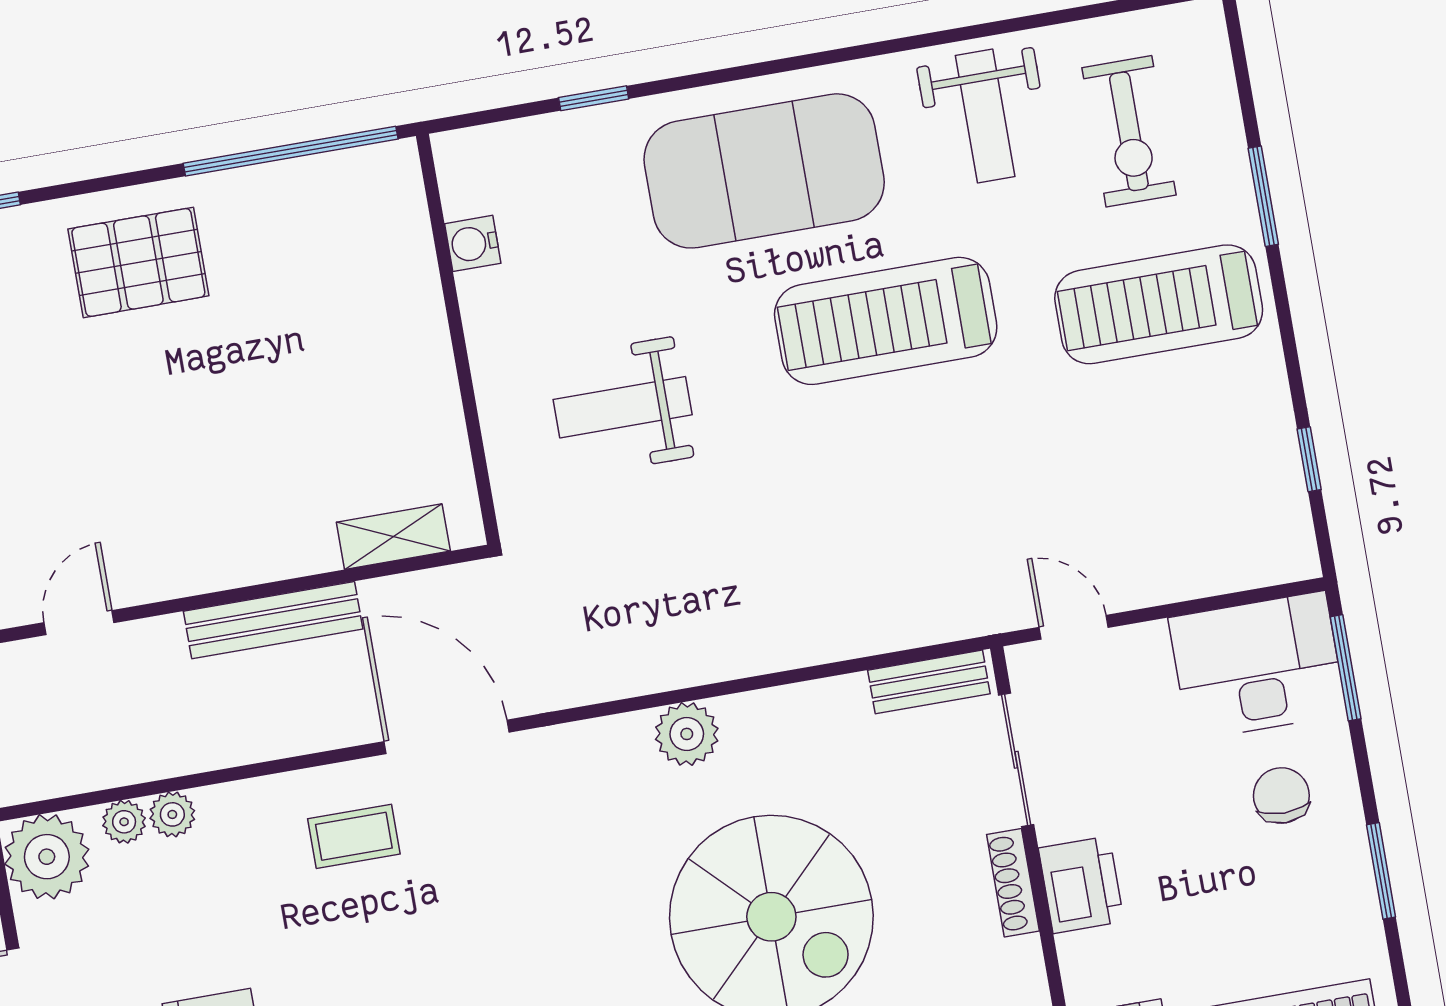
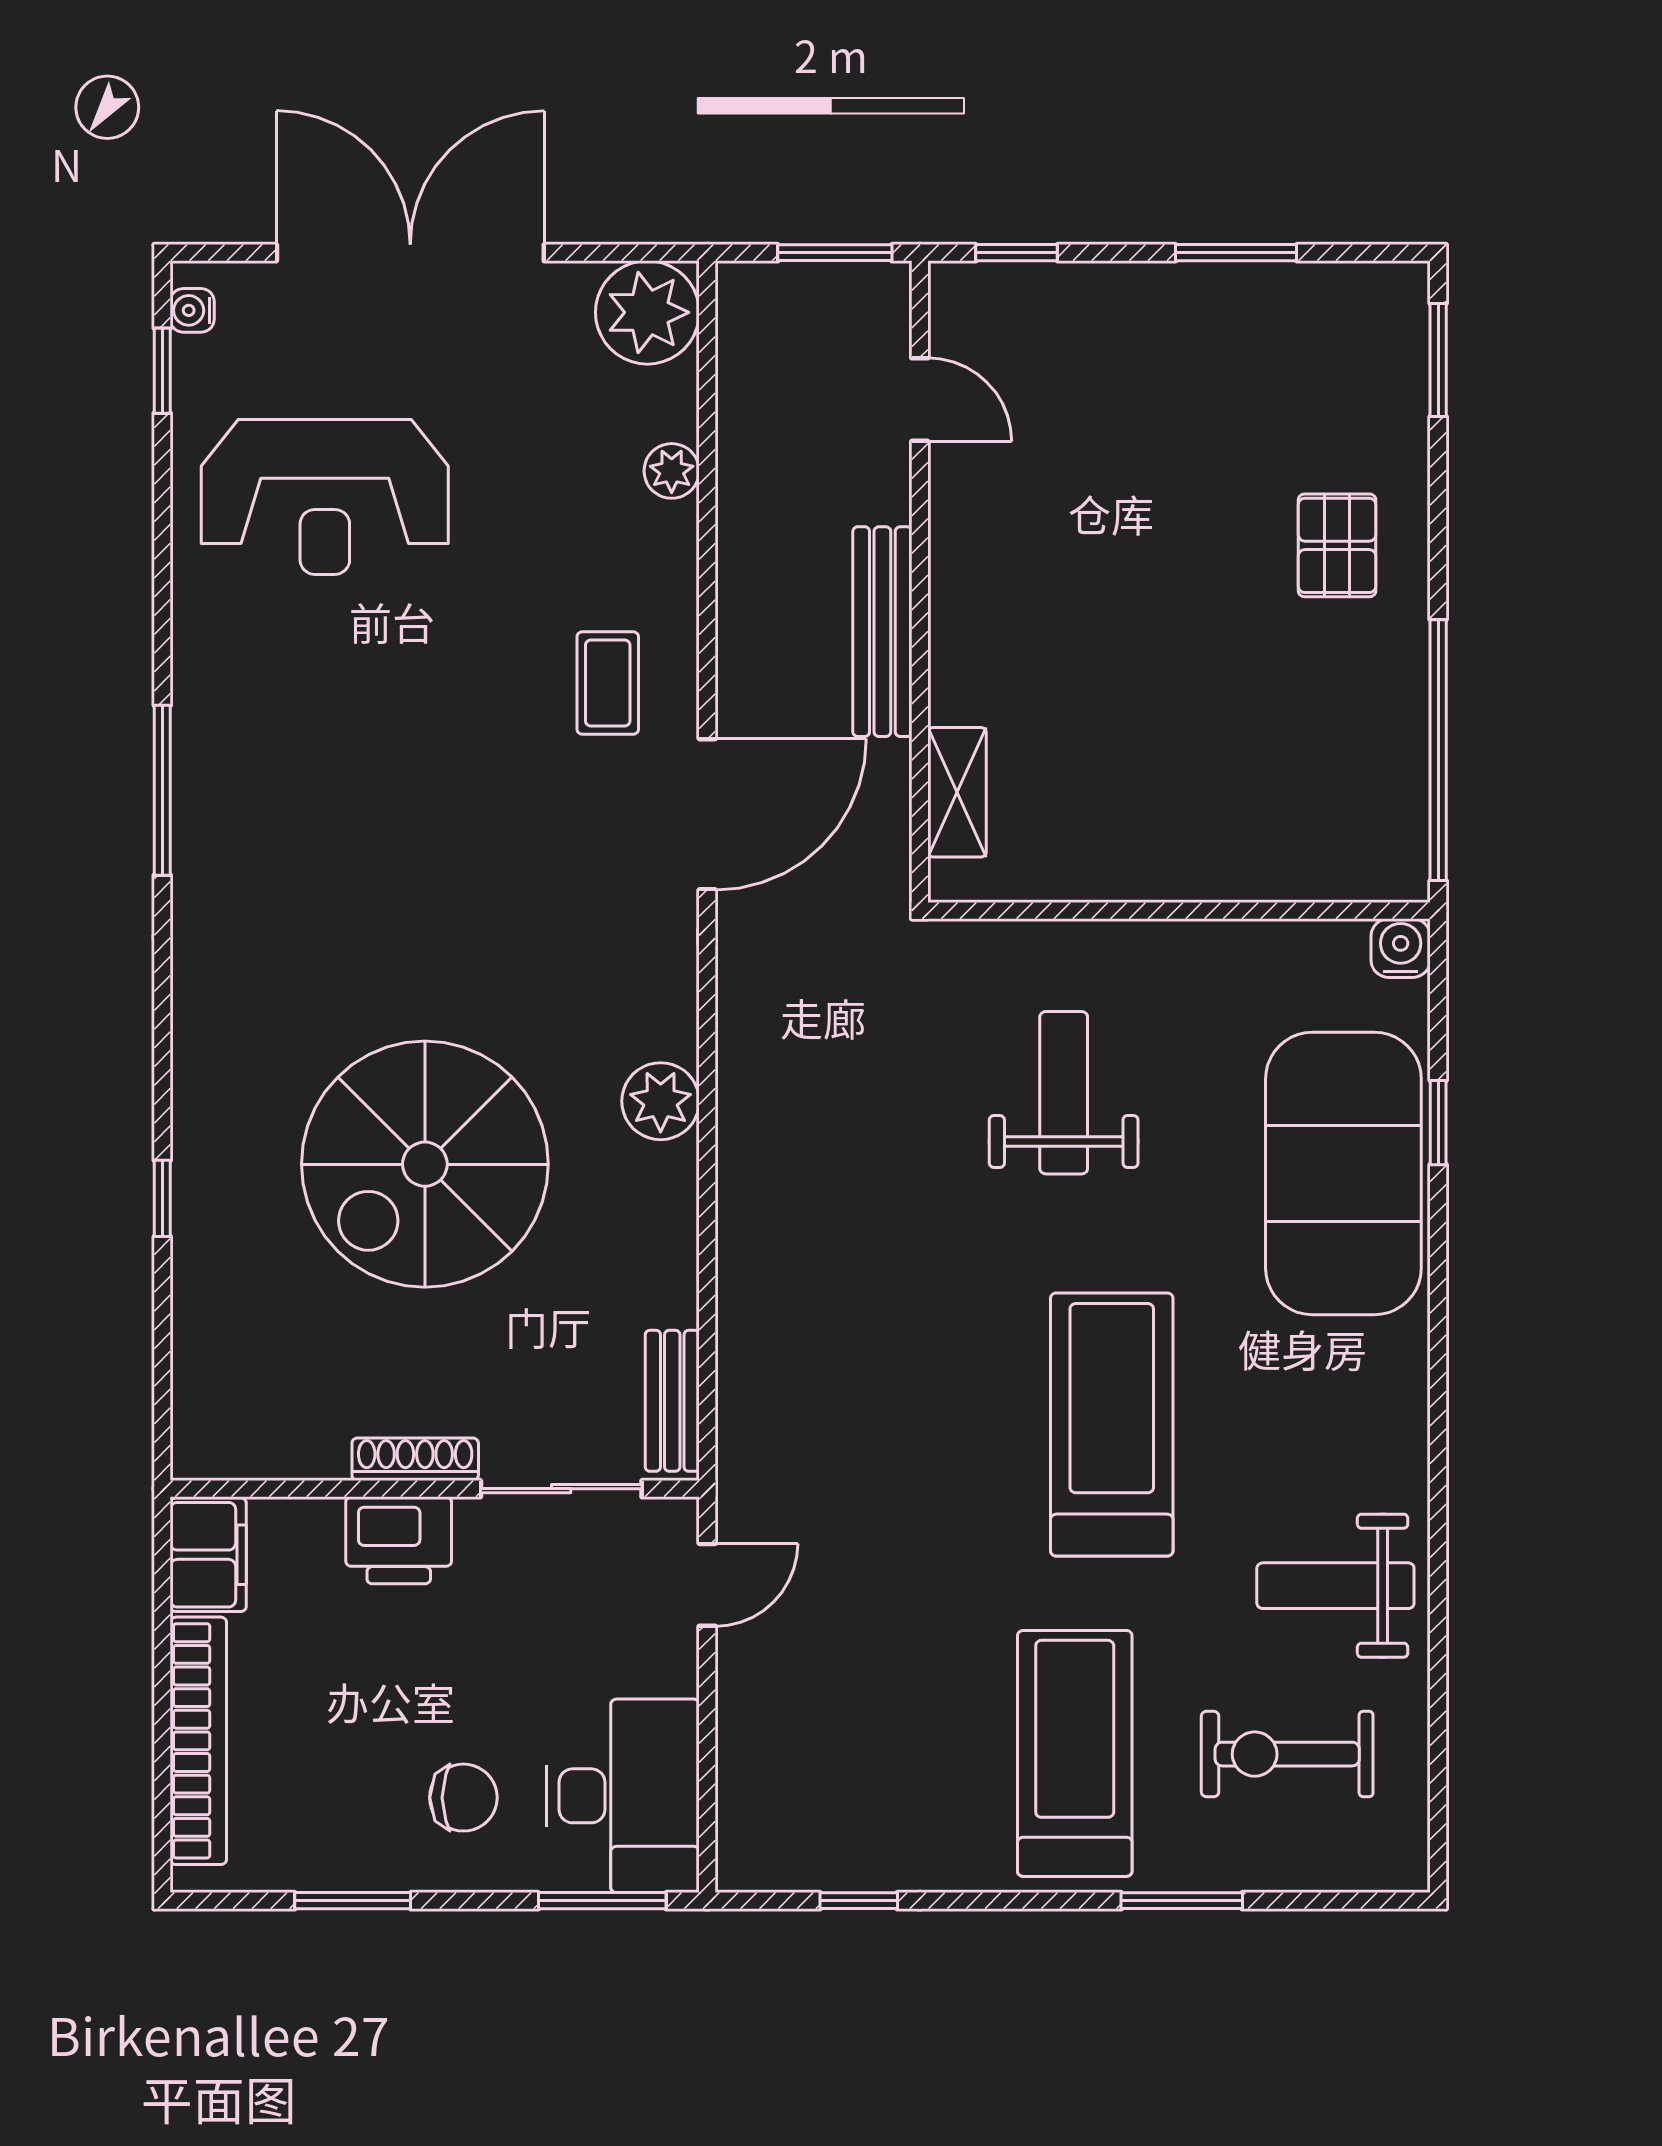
exercise mat: (764, 171) -> (1343, 1173), moved
water cooler: (473, 243) -> (1401, 948), moved
pallet: (138, 262) -> (1337, 545), width x0.67, depth x0.71
plant: (124, 822) -> (673, 412), removed

